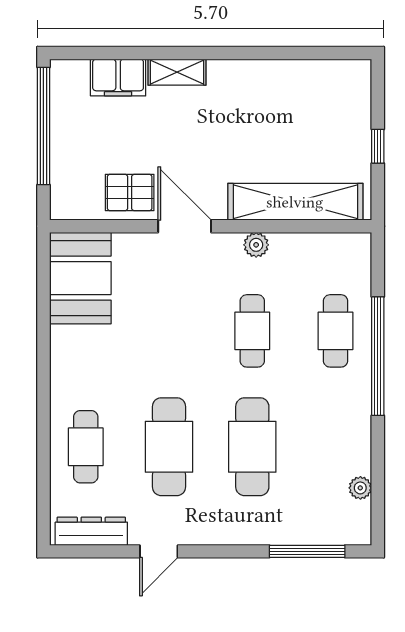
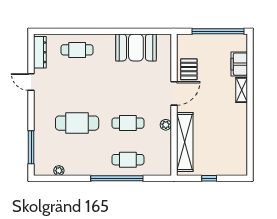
booth: (80, 278) -> (136, 47), moved
cafe table: (169, 447) -> (77, 86), removed

